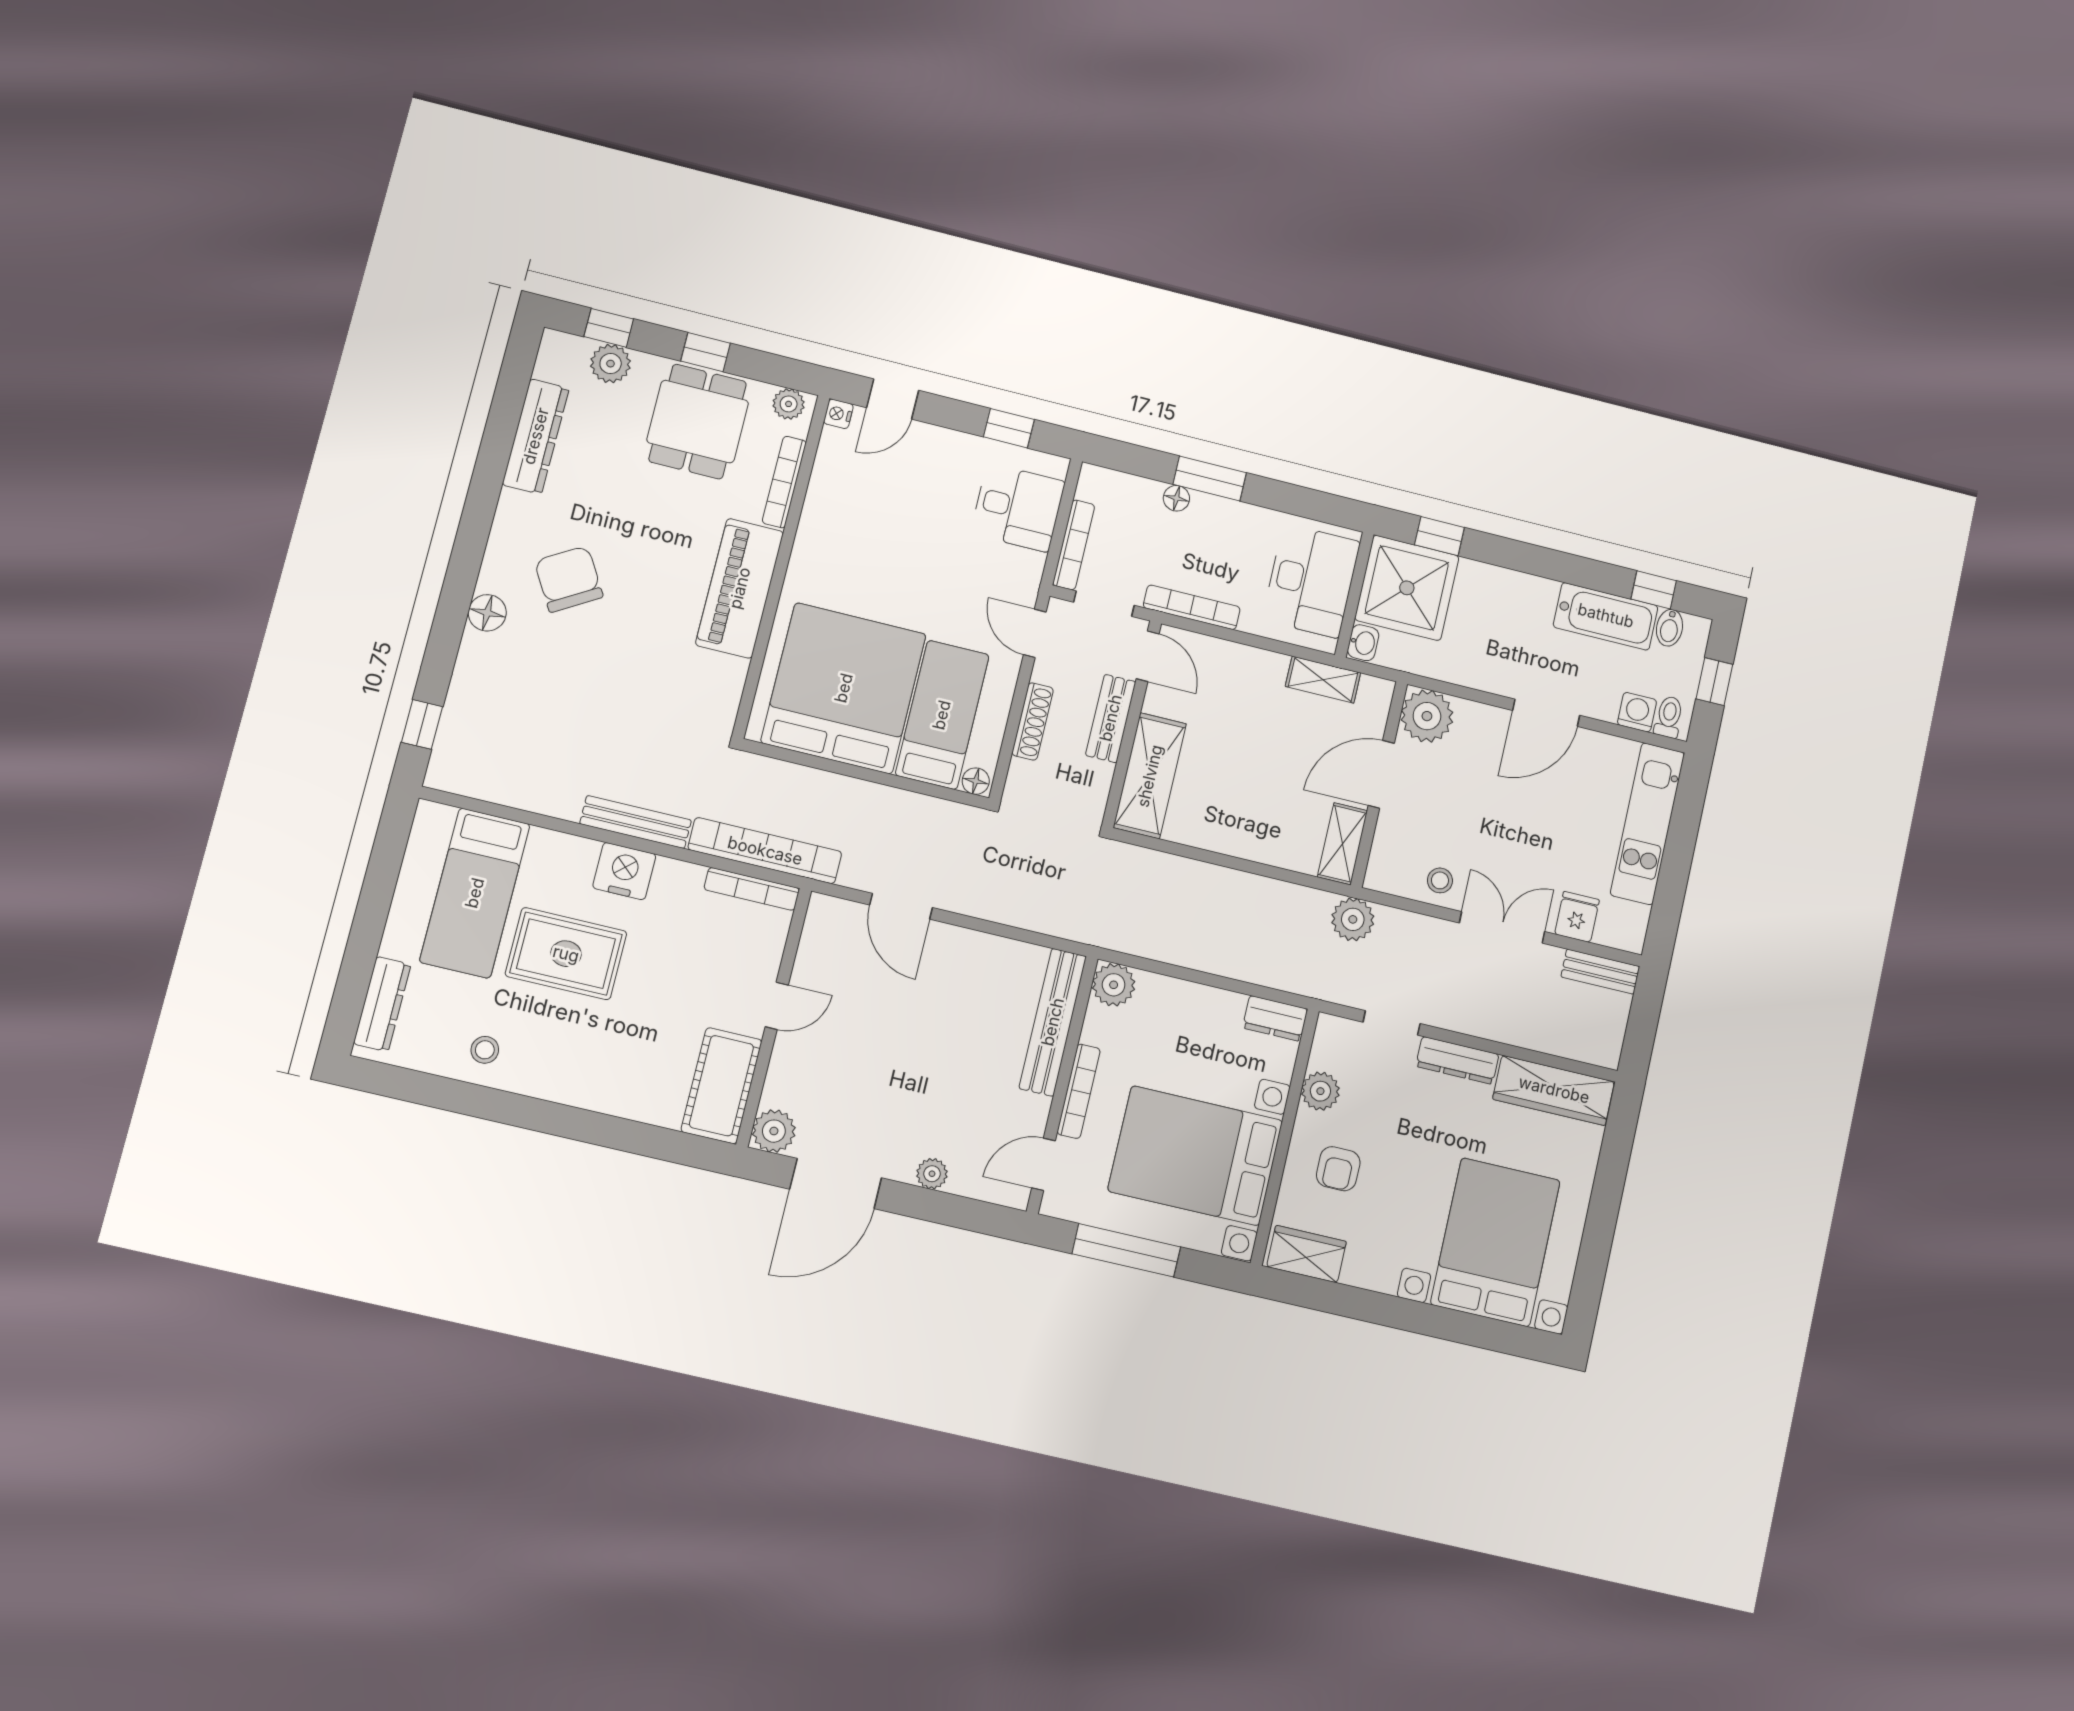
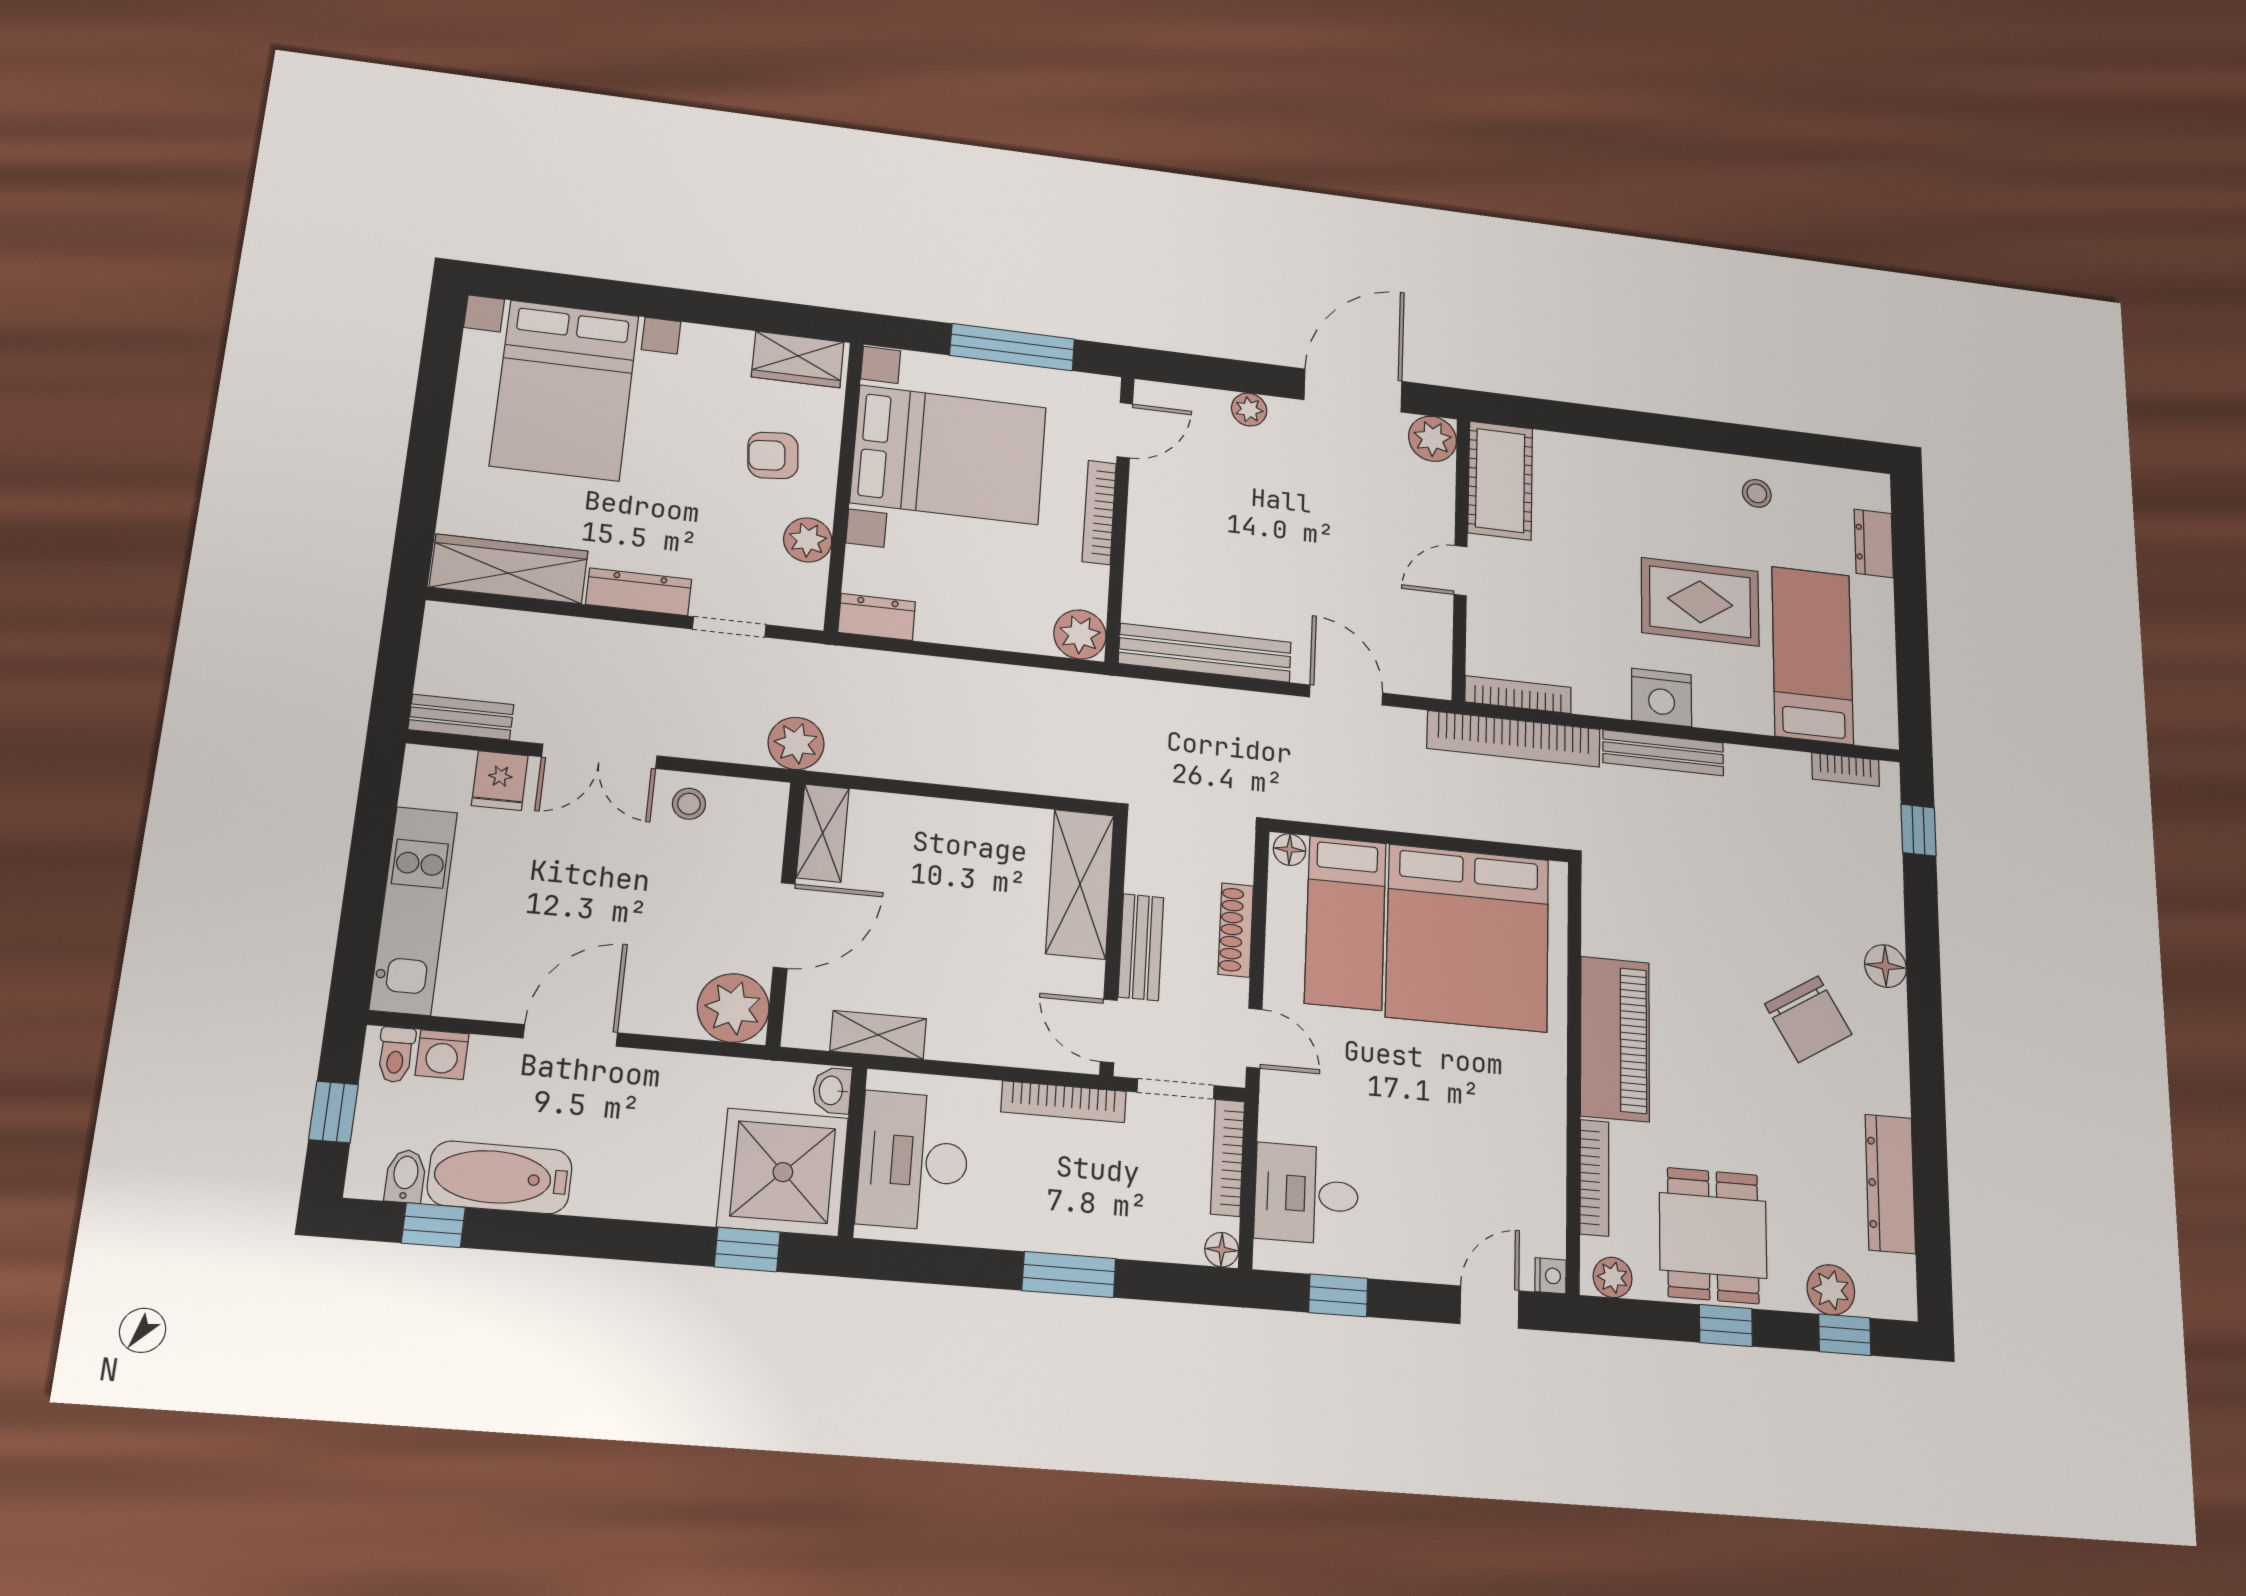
floor lamp: (1176, 498) -> (1222, 1250), moved
bookcase: (474, 786) -> (1846, 770), added
dresser: (382, 1004) -> (1874, 543), width x0.70
bench: (1053, 1022) -> (1205, 653), moved, turned 90
armchair: (1338, 1169) -> (773, 455), turned -95

